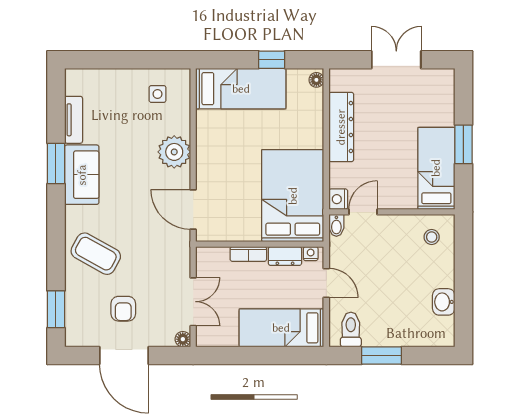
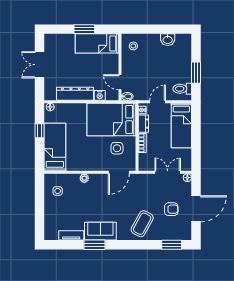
plant: (174, 152) -> (84, 178), width x0.53, depth x0.53
nightstand: (338, 199) -> (100, 95), moved
side table: (238, 206) -> (117, 148), added

